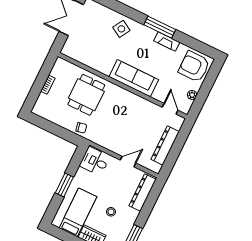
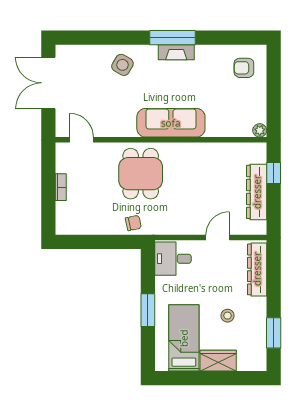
fireplace: (167, 42) -> (176, 52), moved
armchair: (194, 67) -> (244, 68), width x0.53, depth x0.53
dining table: (86, 95) -> (141, 174), moved
plant: (192, 95) -> (260, 130), moved
door: (170, 109) -> (82, 140), moved
window: (181, 139) -> (274, 173), added

